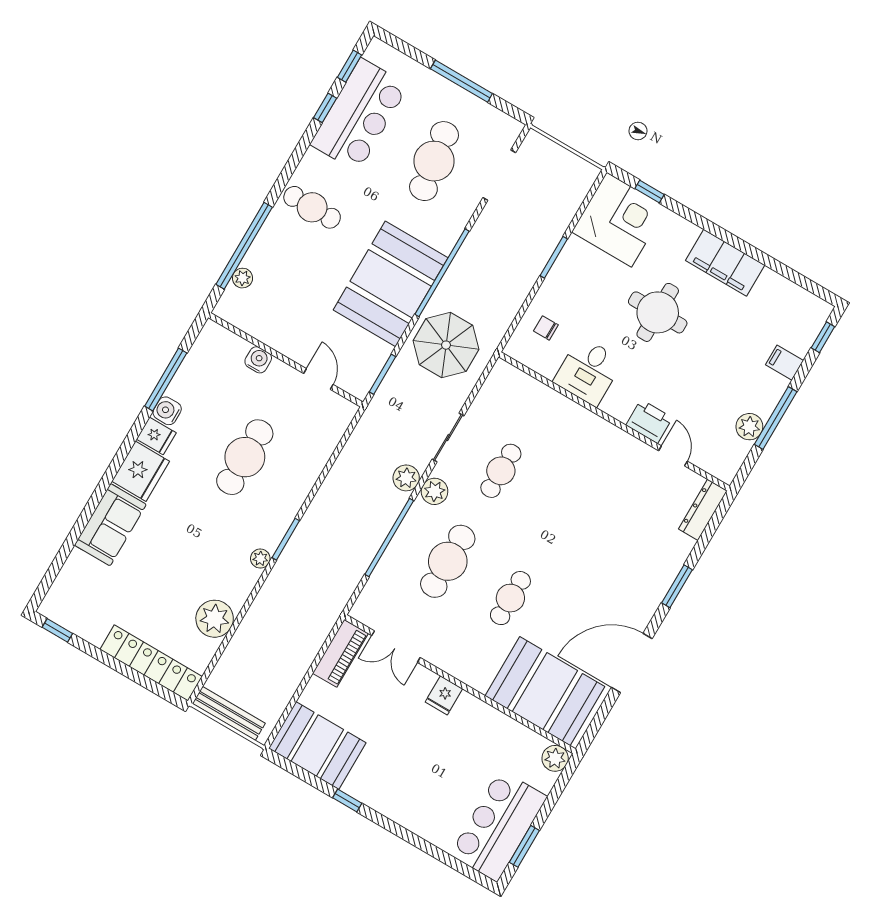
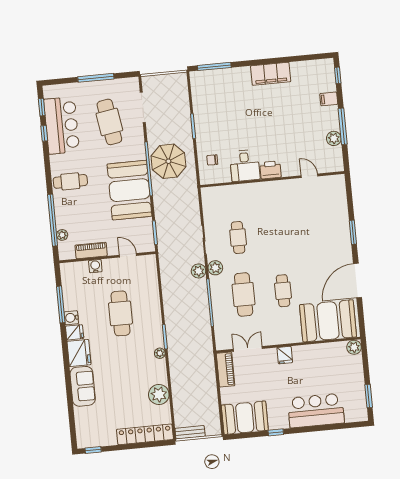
window: (649, 191) -> (214, 66), width x2.17
corner desk: (619, 220) -> (210, 89), removed
round table: (658, 312) -> (257, 117), removed
piano: (269, 332) -> (91, 250), added
parasol: (446, 345) -> (168, 161), moved
printer: (649, 421) -> (270, 170), moved
dresser: (703, 510) -> (340, 190), removed
double door: (396, 647) -> (248, 349), swing flipped
bench: (229, 713) -> (190, 432), width x0.73
bar counter: (499, 826) -> (316, 411), moved, turned 90

